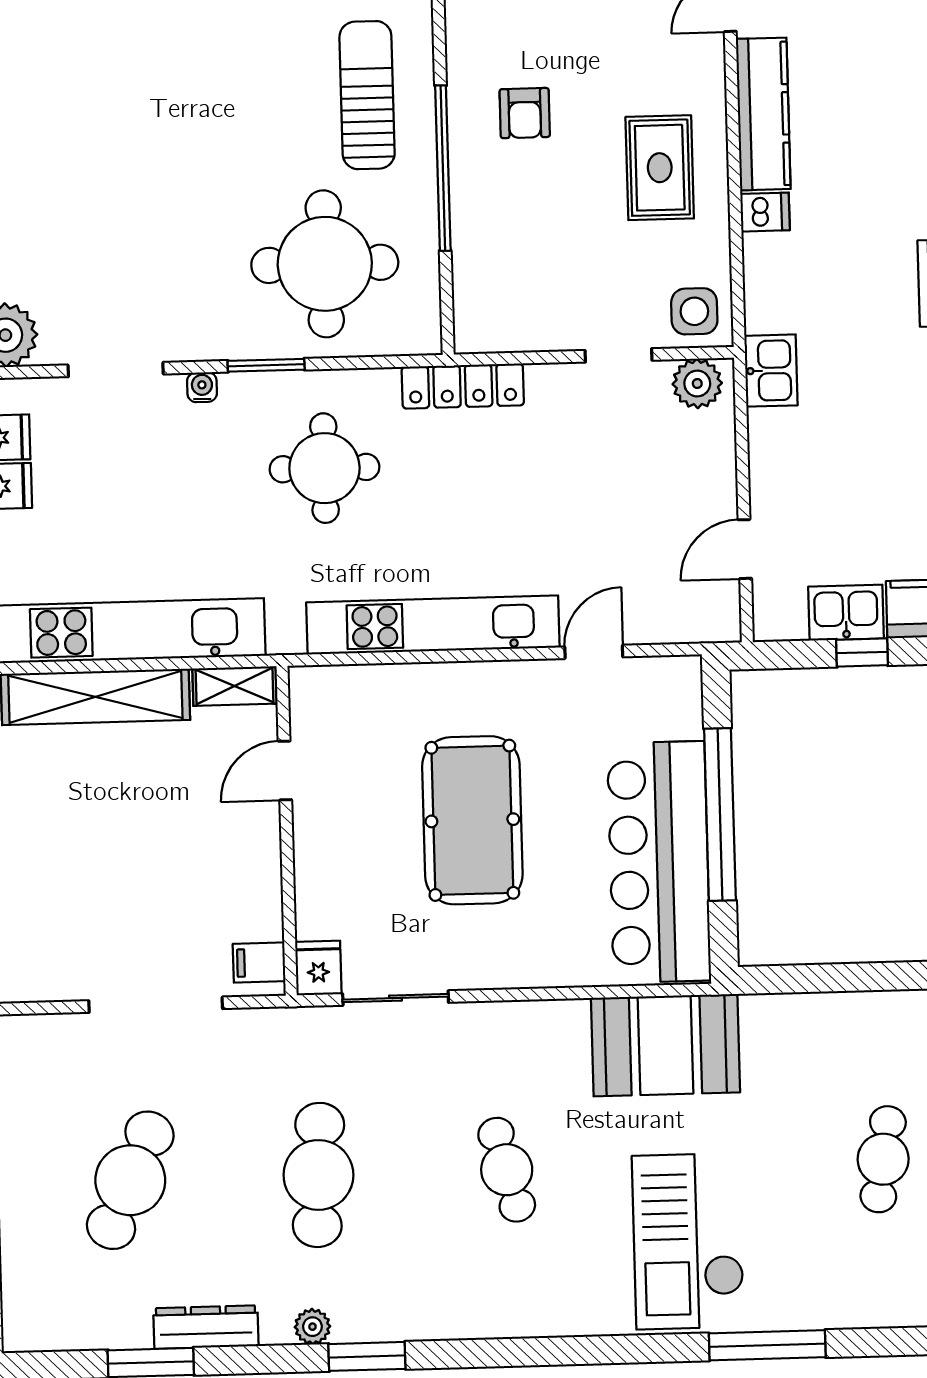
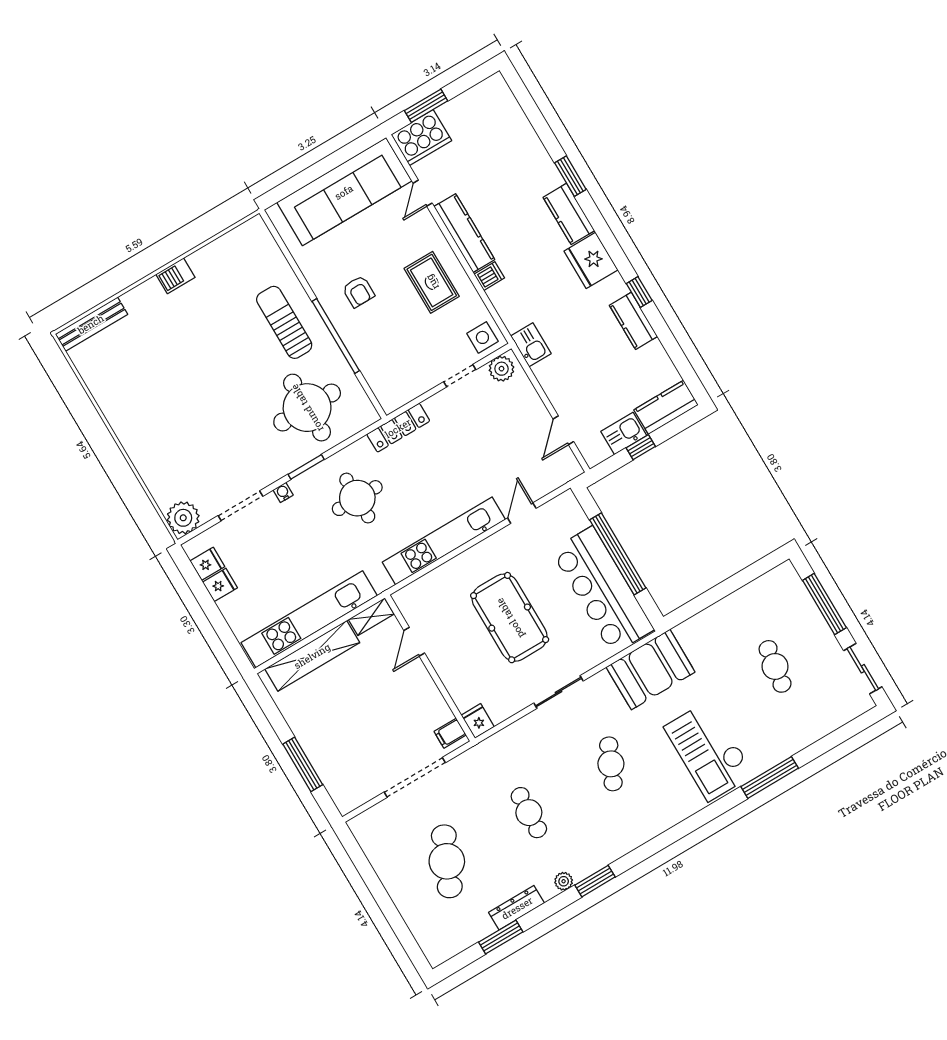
sliding door: (396, 998) -> (558, 692), moved
cafe table: (507, 1170) -> (611, 764), turned 39
cafe table: (318, 1175) -> (529, 813), width x0.73, depth x0.74

